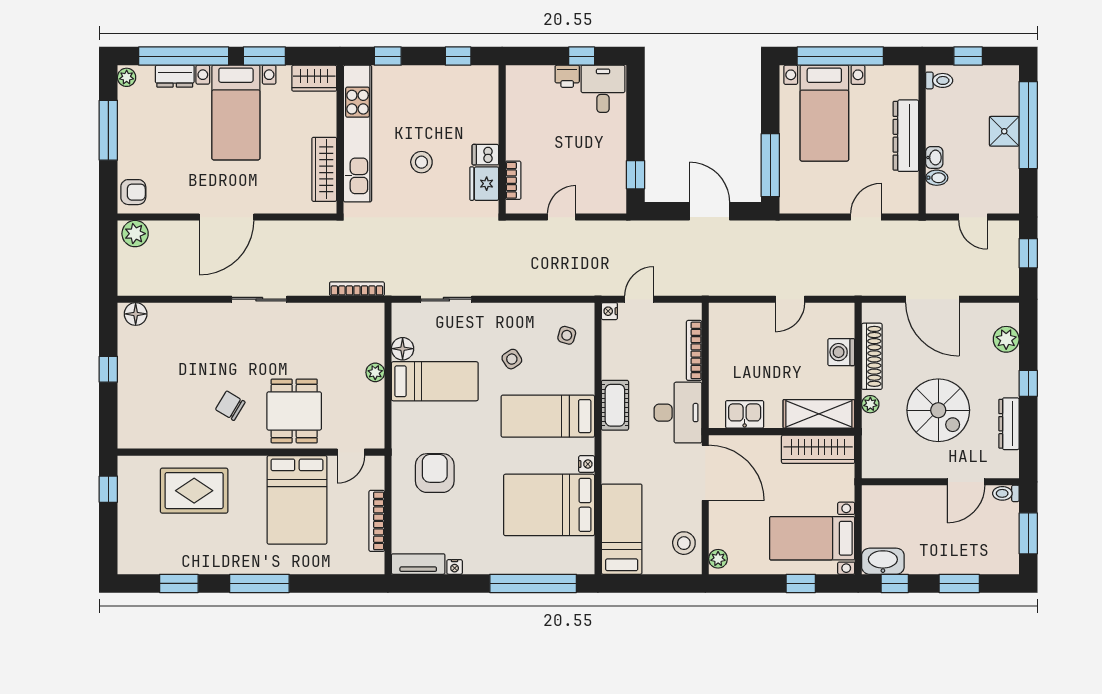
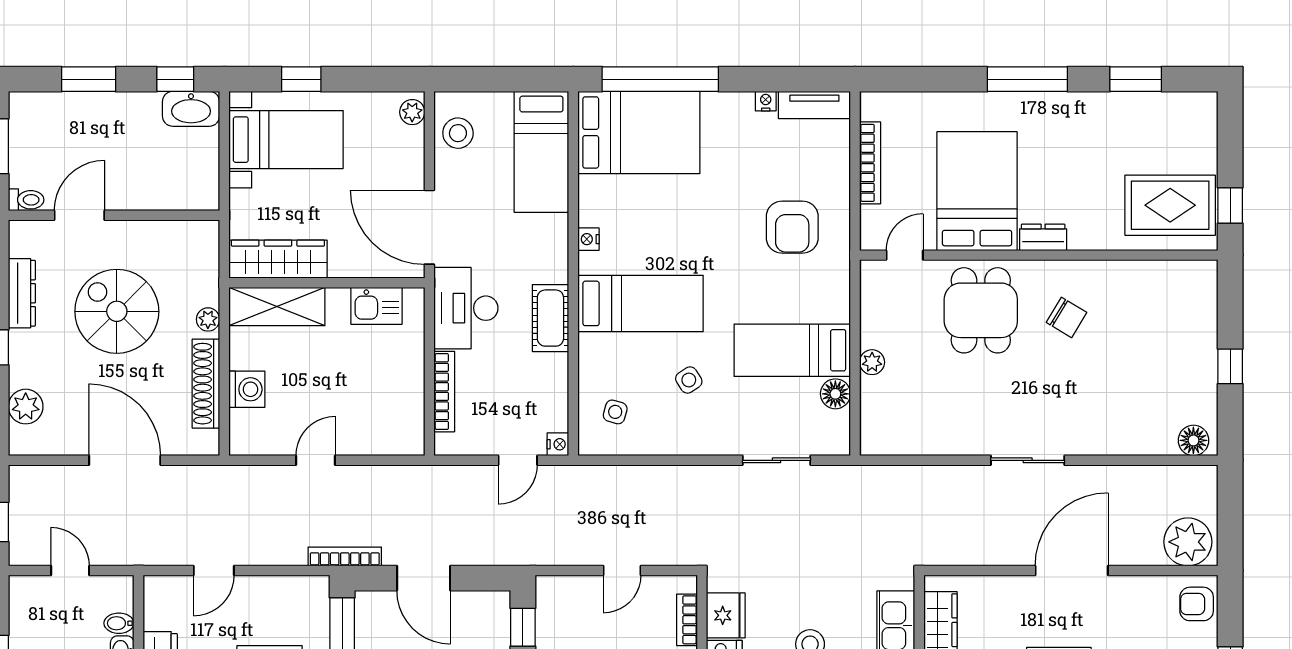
plant: (135, 234) -> (1188, 542), width x1.36, depth x1.36
bookcase: (357, 289) -> (345, 557), moved, turned 180
dresser: (248, 465) -> (1043, 237), added
rug: (194, 491) -> (1170, 205), moved
bed: (549, 505) -> (639, 132), moved

